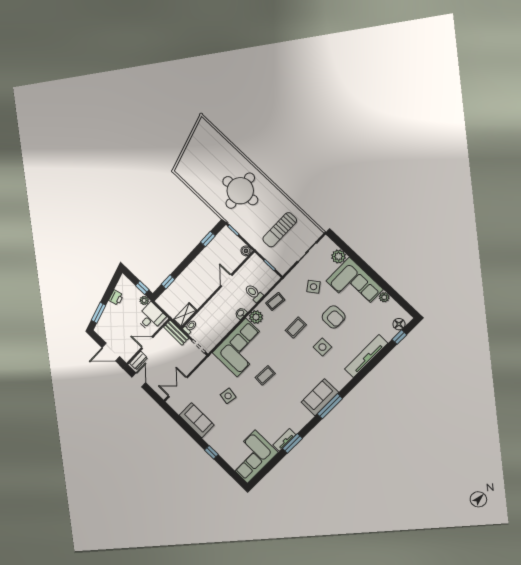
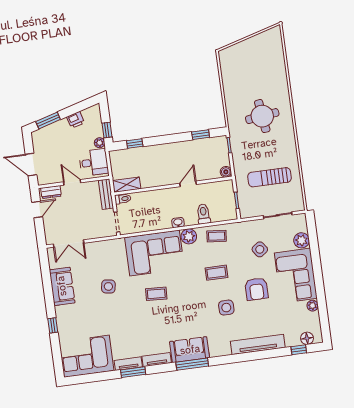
round table: (240, 191) -> (262, 116), width x0.73, depth x0.73
double door: (178, 387) -> (69, 244), swing flipped
tv unit: (302, 422) -> (157, 360), added

